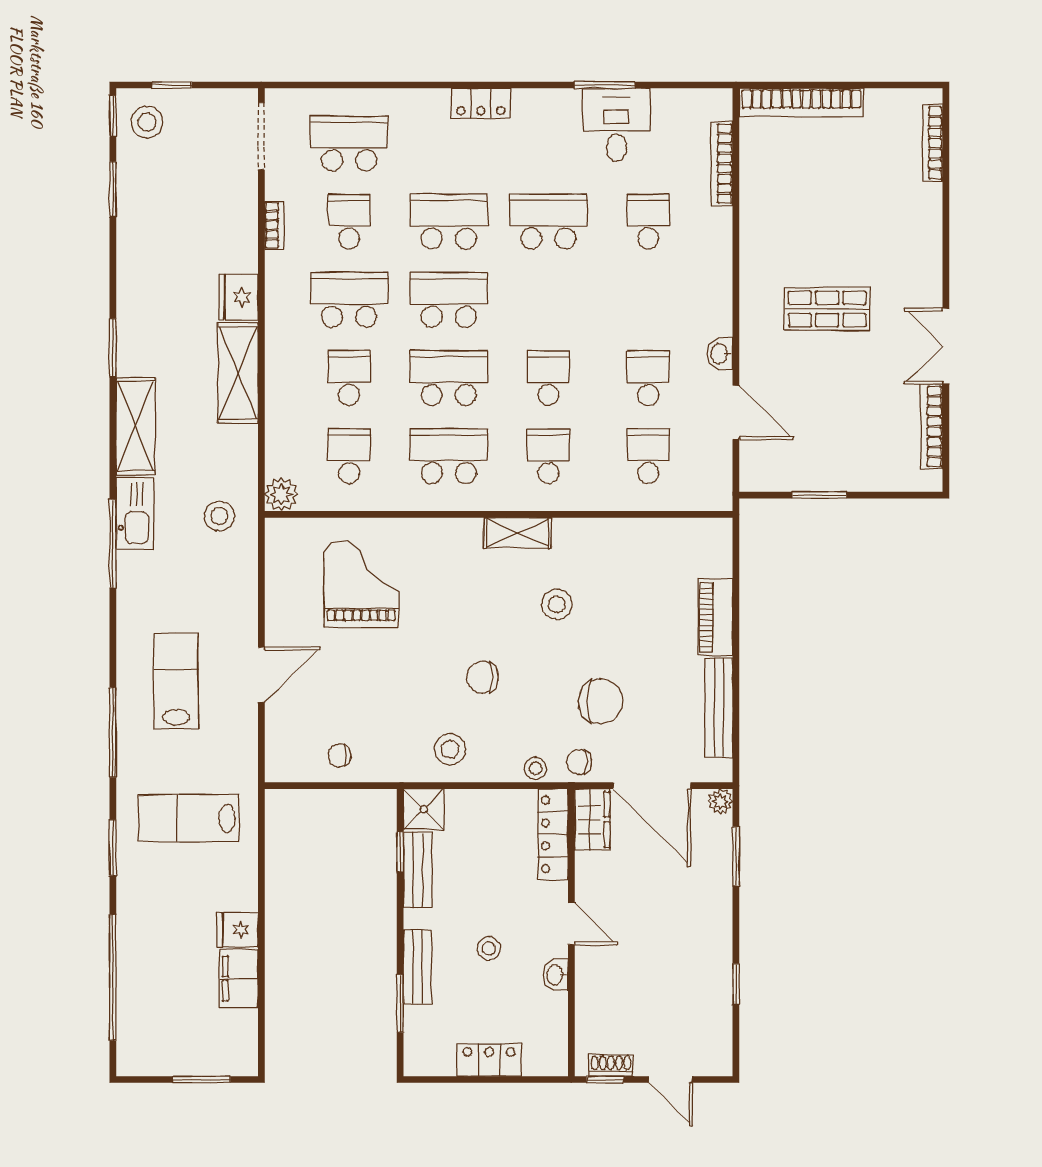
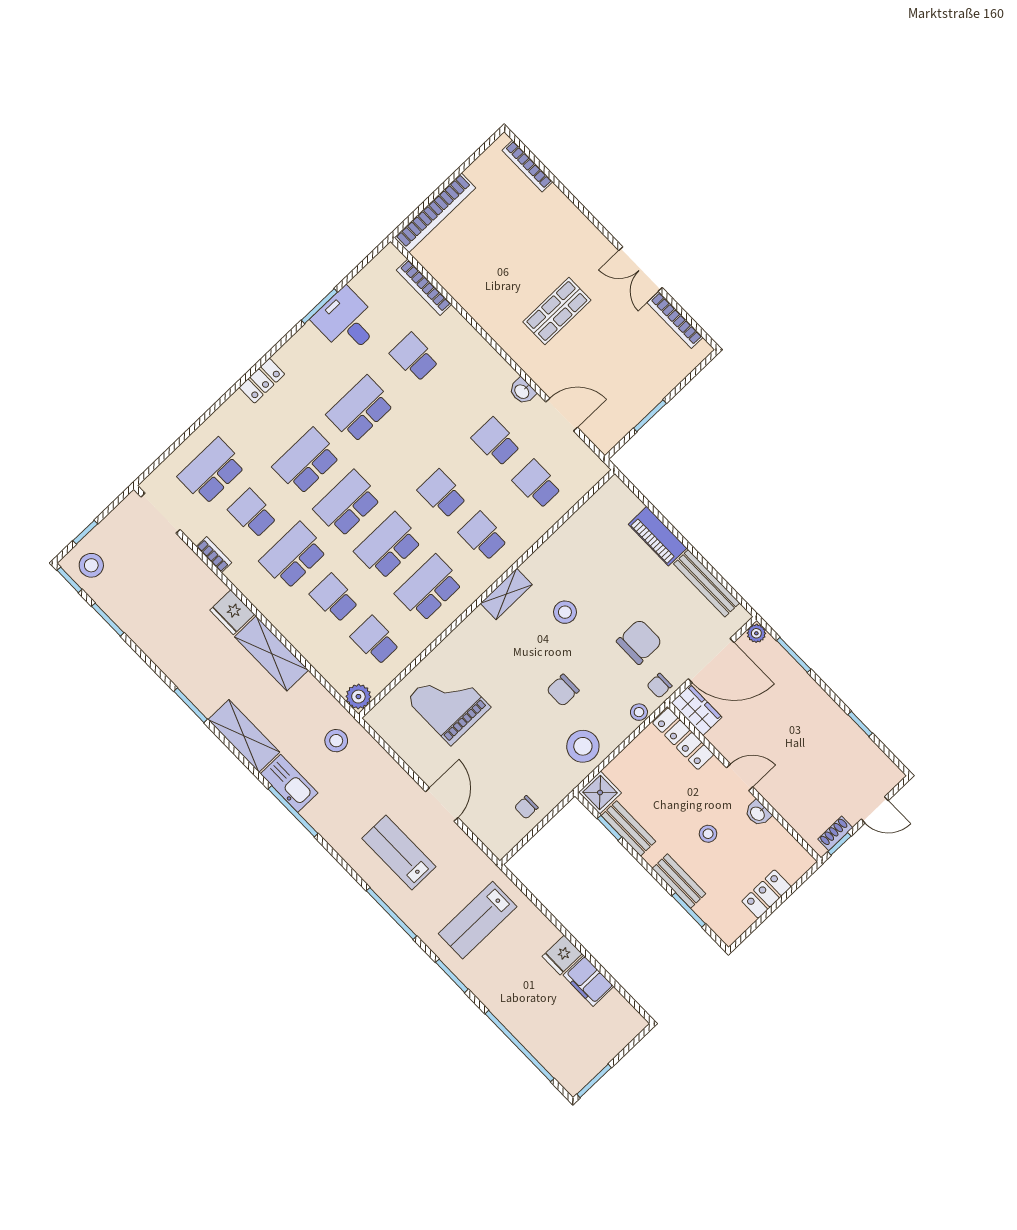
stool: (450, 749) -> (583, 746), width x1.38, depth x1.38
window: (201, 1079) -> (594, 1081), moved

